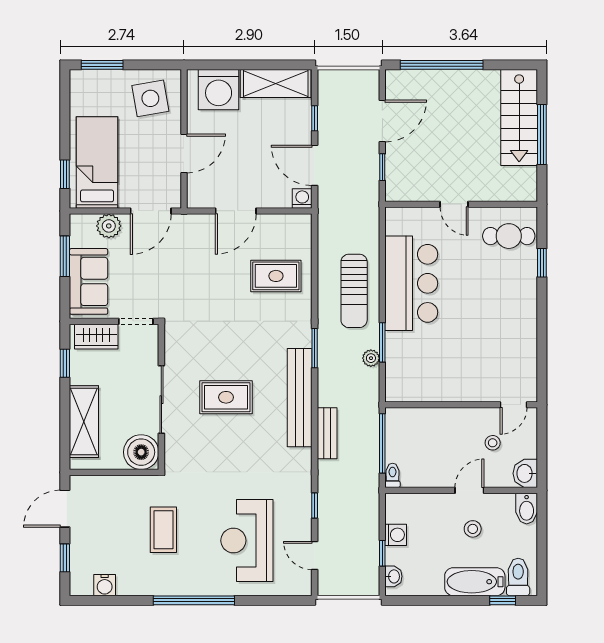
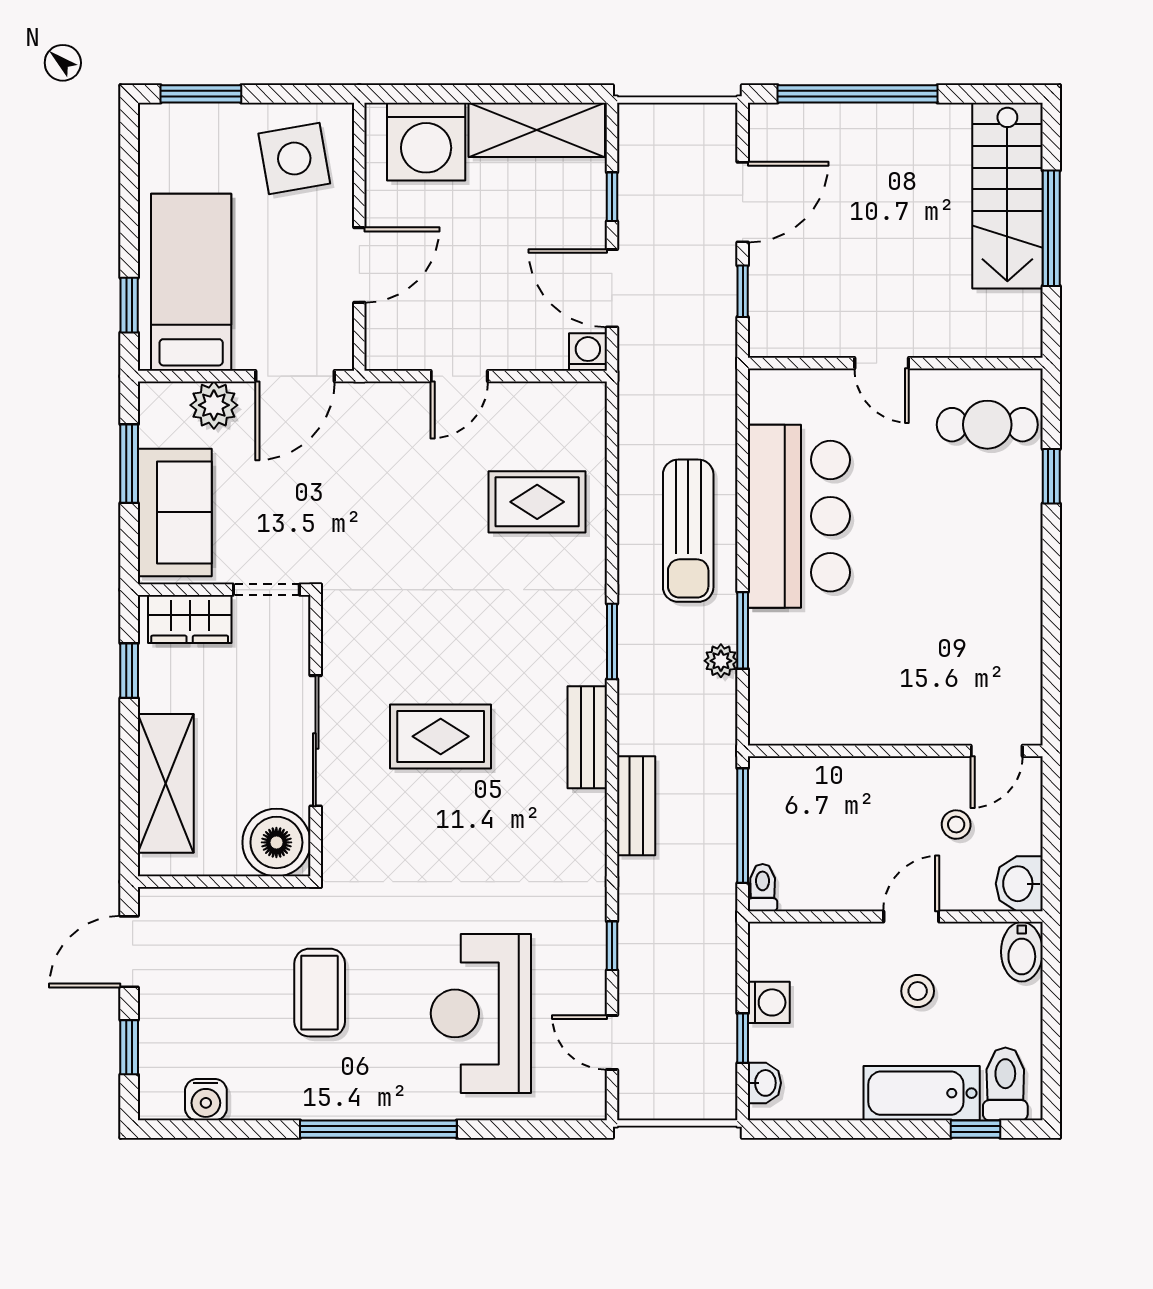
door: (236, 211) -> (459, 376), width x0.73
bench: (300, 398) -> (587, 737), width x0.54, depth x0.82

